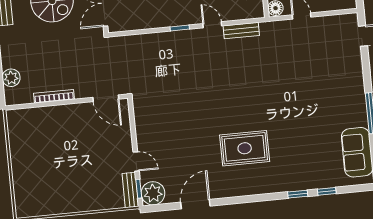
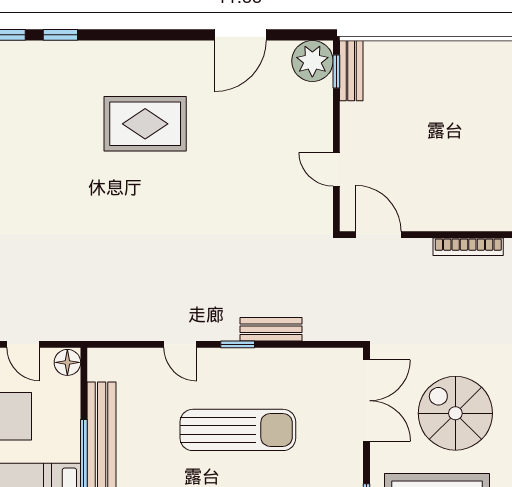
bench: (241, 31) -> (271, 329), moved
door: (136, 161) -> (336, 169), moved

